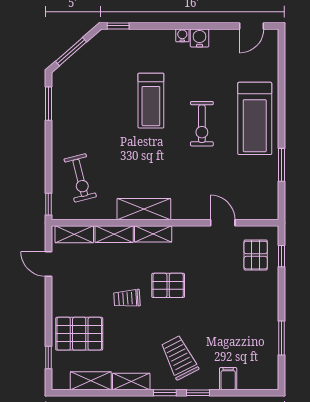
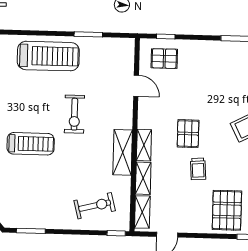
exercise bike: (202, 124) -> (74, 114), moved, turned 90
door: (223, 223) -> (136, 86), swing flipped

